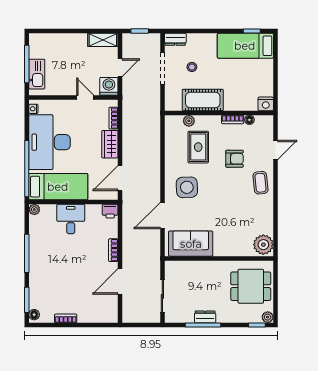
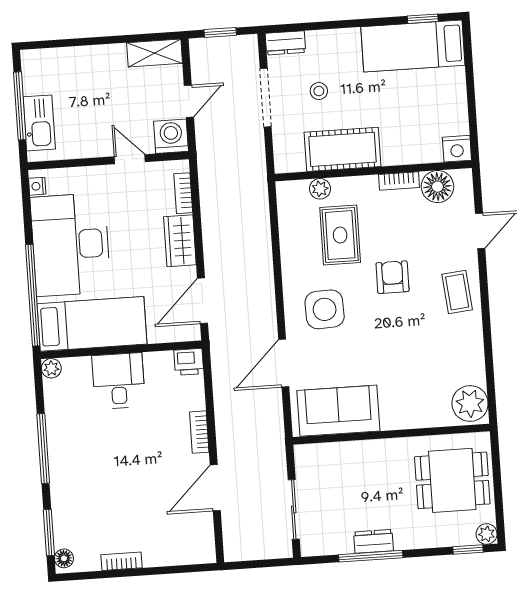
floor lamp: (249, 120) -> (438, 187), width x1.89, depth x1.89
armchair: (235, 159) -> (393, 277), moved, turned -90

